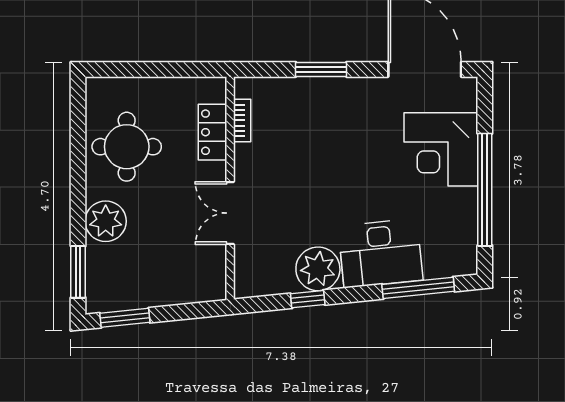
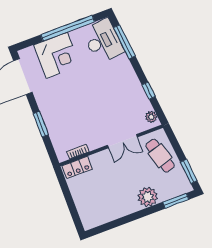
locker: (213, 132) -> (77, 167), moved
round table: (127, 147) -> (110, 200), removed
desk: (380, 253) -> (103, 41), moved
plant: (318, 269) -> (151, 117), moved, width x0.53, depth x0.53
cafe table: (176, 274) -> (160, 156), added

